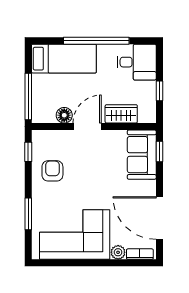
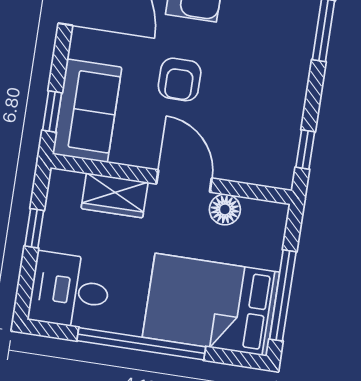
bed: (64, 59) -> (211, 305), width x1.50
window: (28, 96) -> (283, 295), moved
door: (87, 126) -> (184, 181), swing flipped
armchair: (52, 171) -> (180, 79), moved

